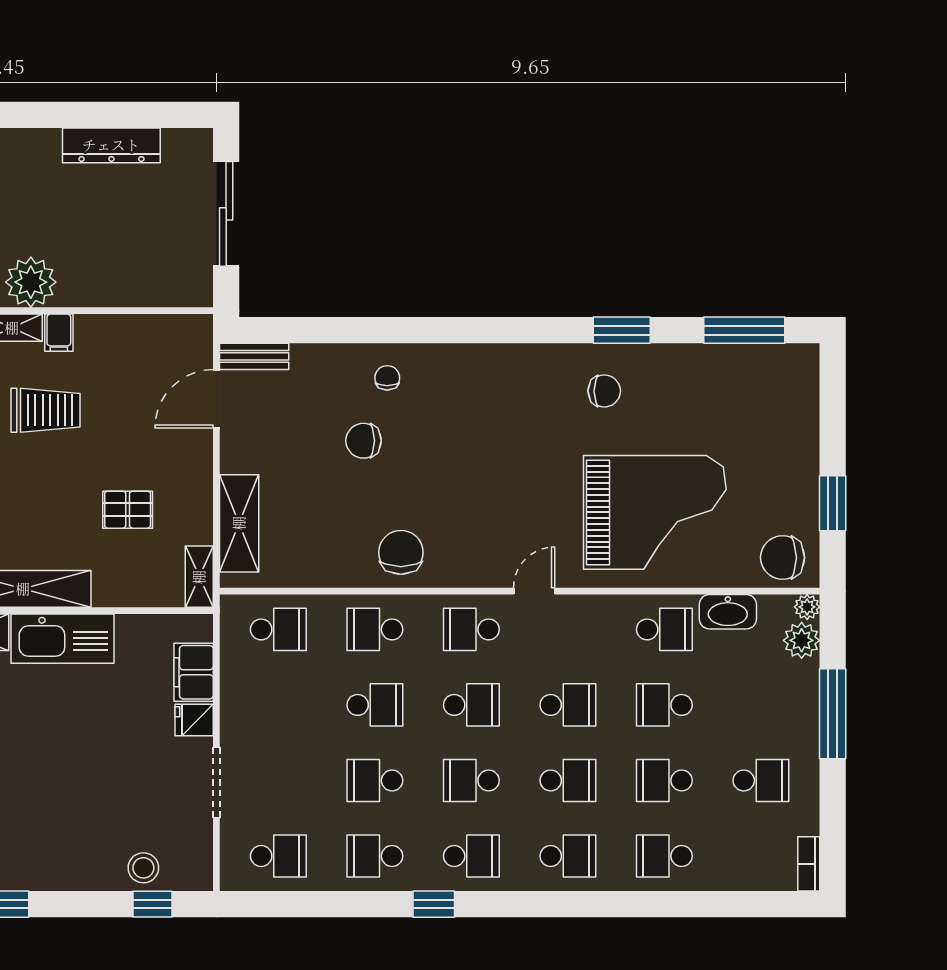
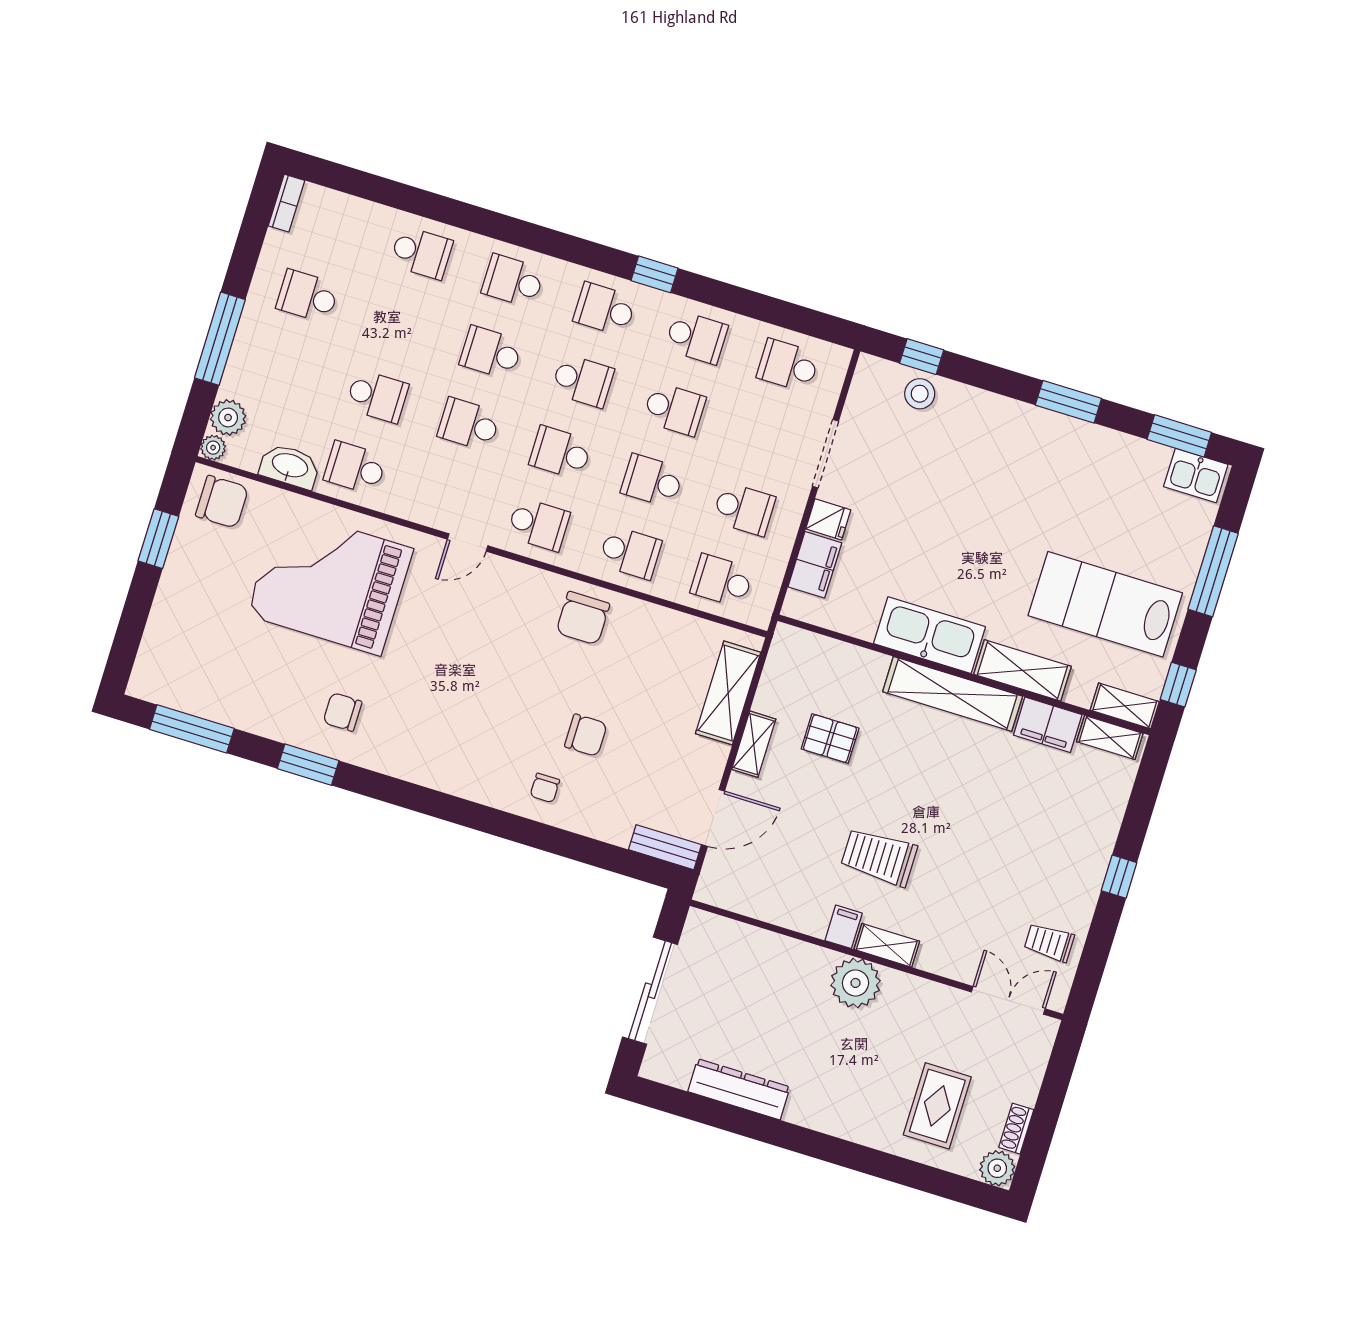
shelving: (199, 577) -> (754, 744), moved
school desk: (664, 780) -> (744, 509), moved

